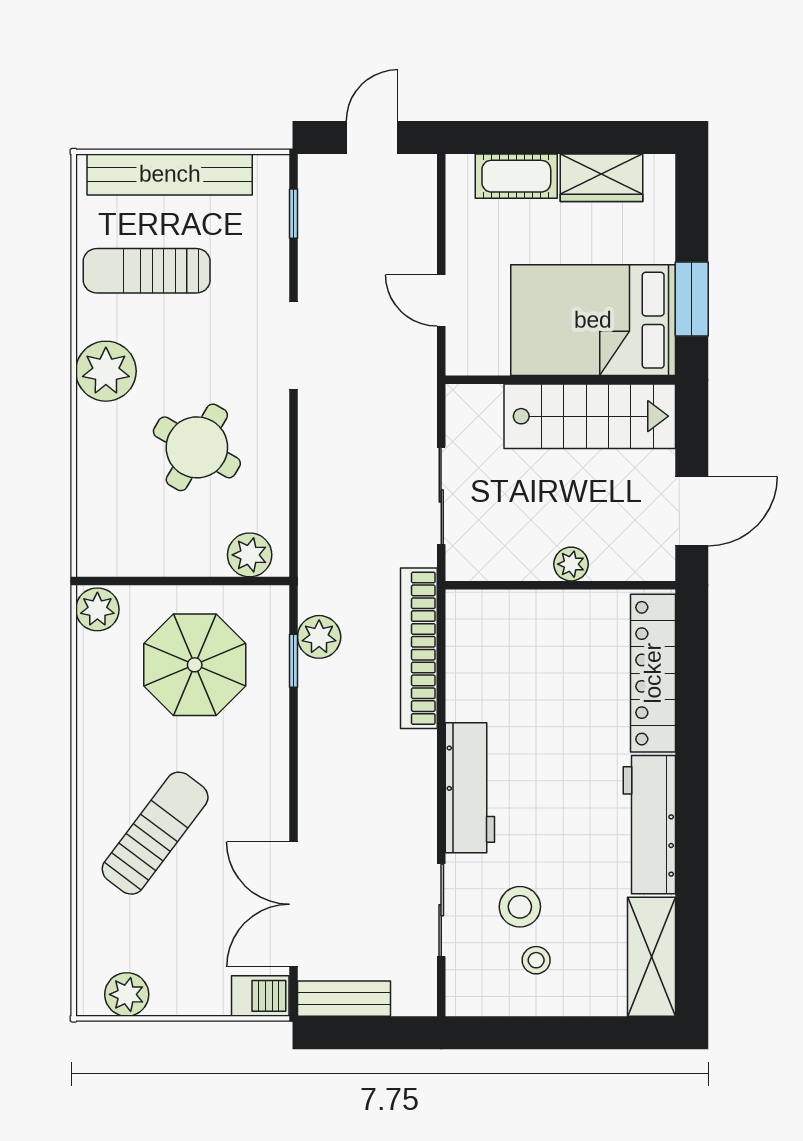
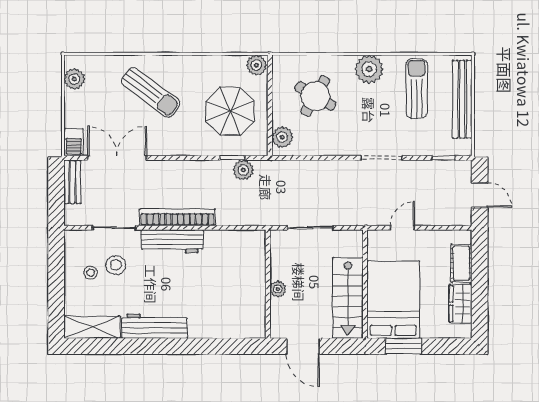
round table: (197, 447) -> (315, 96), moved
bookcase: (419, 648) -> (177, 217), moved
locker: (653, 673) -> (226, 328), removed

